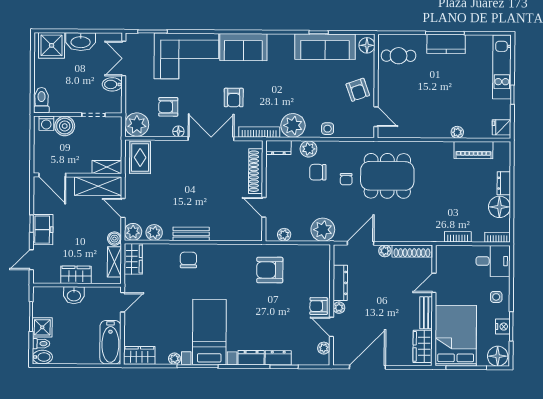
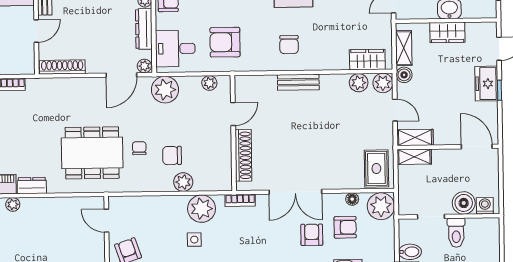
armchair: (234, 97) -> (312, 235), moved
toilet: (41, 100) -> (456, 233), moved
side table: (328, 129) -> (194, 240), moved
floor lamp: (178, 131) -> (352, 199), moved
bookcase: (259, 132) -> (240, 200), width x0.64
dresser: (278, 148) -> (32, 186), moved
chair: (318, 172) -> (172, 156), turned 180
shelving: (98, 186) -> (415, 138), width x0.67, depth x0.75
door: (264, 207) -> (233, 114), hinge flipped
bench: (191, 234) -> (298, 82), moved
plant: (385, 251) -> (144, 66), moved
wardrobe: (133, 259) -> (367, 60), moved, turned 90
chair: (188, 260) -> (289, 45), moved
desk: (313, 265) -> (175, 49), added
armchair: (270, 270) -> (225, 42), turned 180

